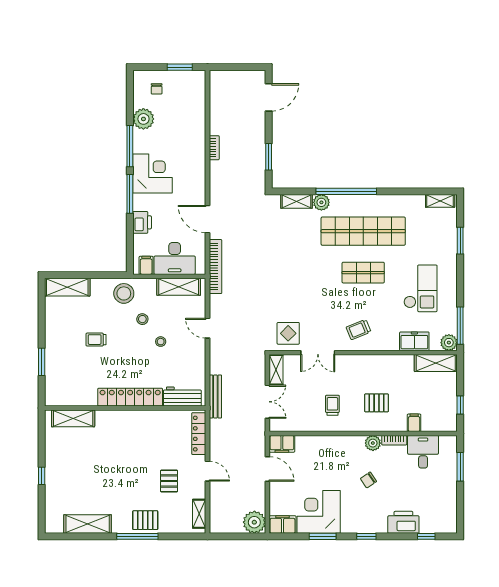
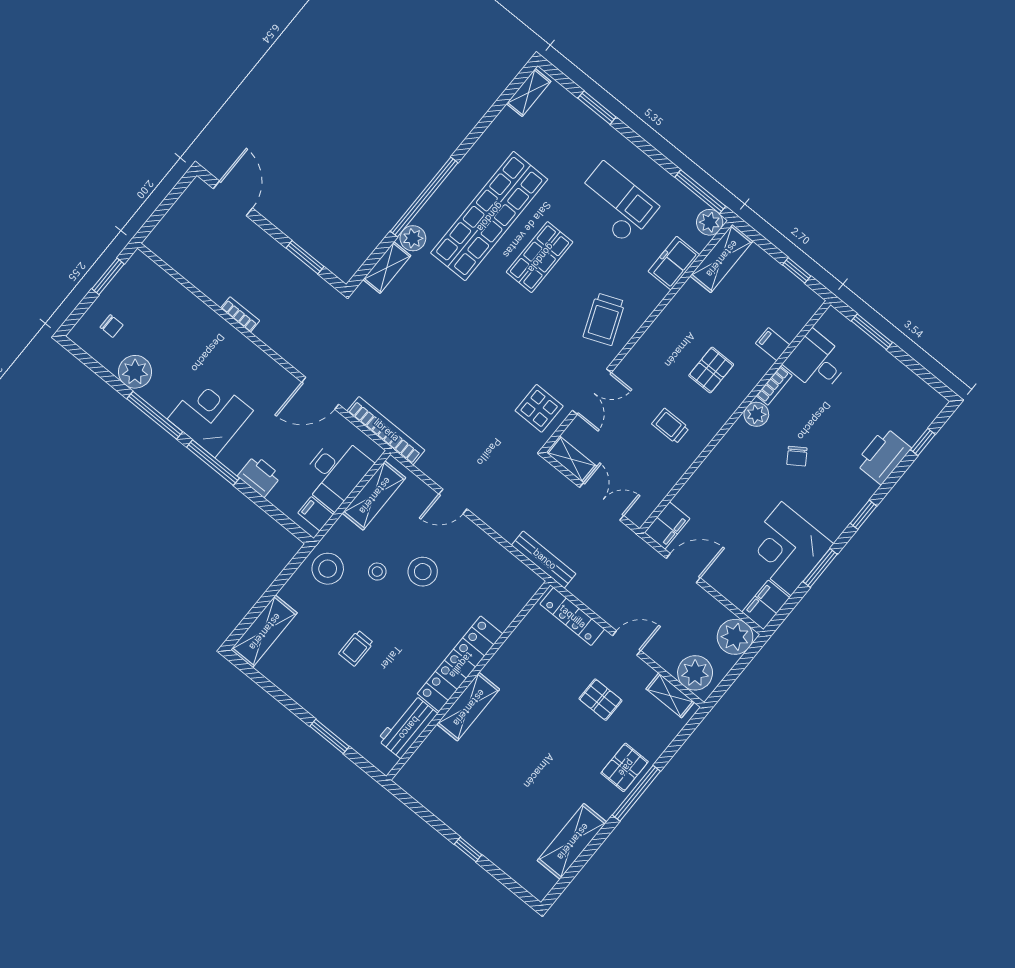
trolley: (359, 330) -> (604, 319), width x1.36, depth x1.39
stool: (161, 342) -> (423, 572), width x1.89, depth x1.89
workbench: (182, 397) -> (408, 727), moved
shelving: (73, 418) -> (468, 707), moved
plant: (220, 517) -> (695, 673), added

